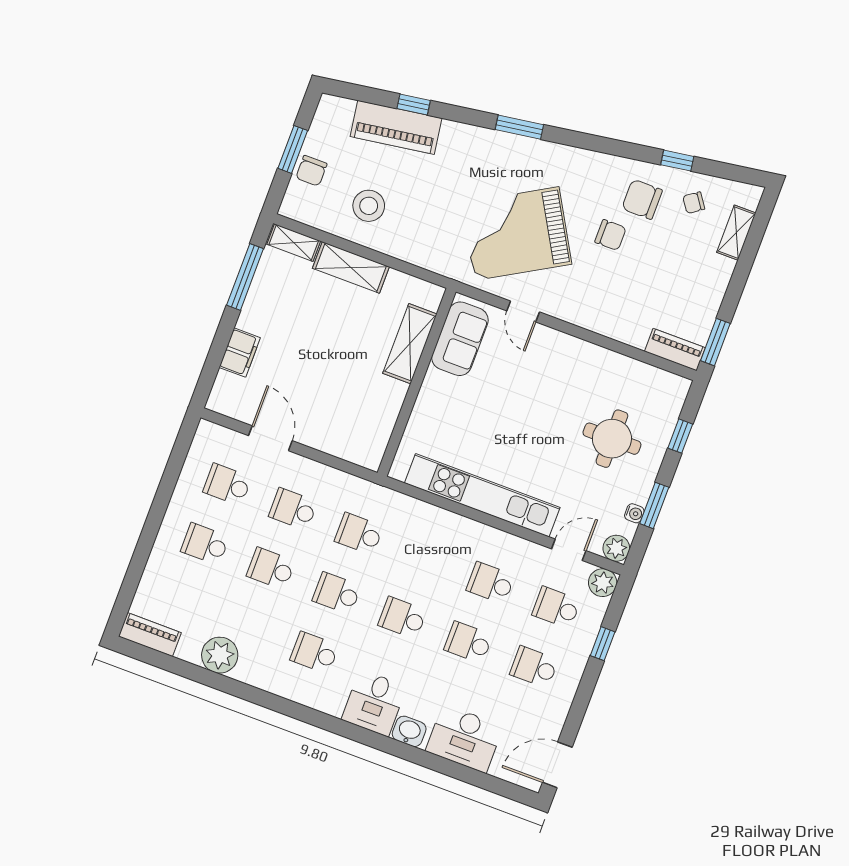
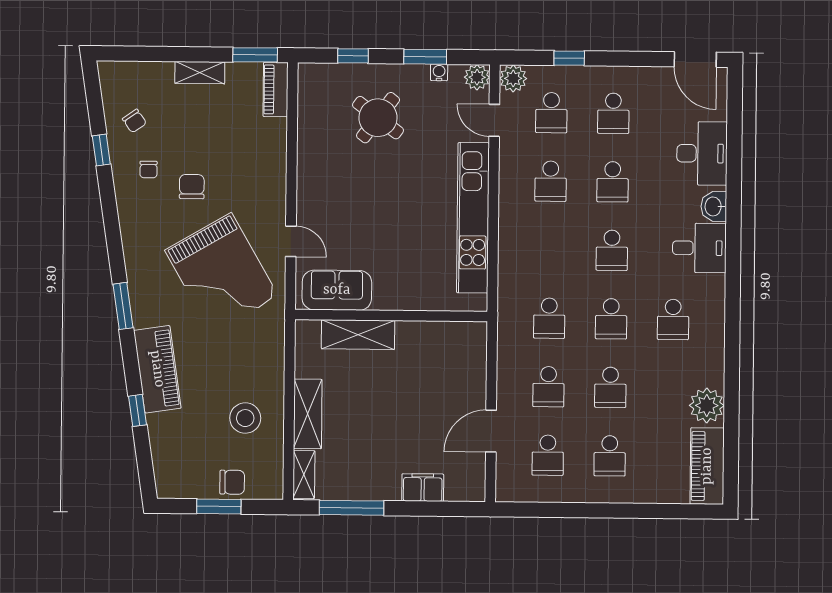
piano: (396, 127) -> (157, 369), moved
chair: (642, 199) -> (149, 170), width x0.54, depth x0.54
shelving: (736, 233) -> (200, 73), moved
door: (523, 311) -> (291, 241), hinge flipped
round table: (612, 439) -> (378, 118), turned 37
piano: (150, 635) -> (707, 466), width x1.37, depth x1.33

